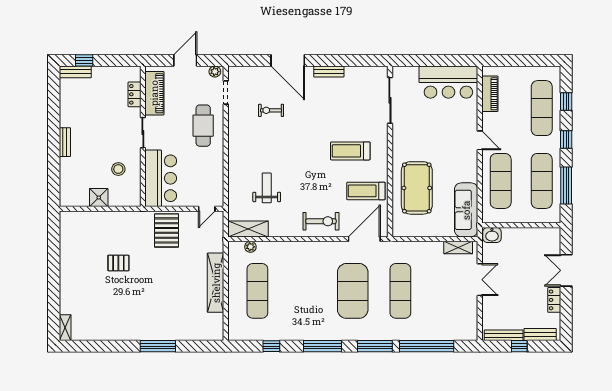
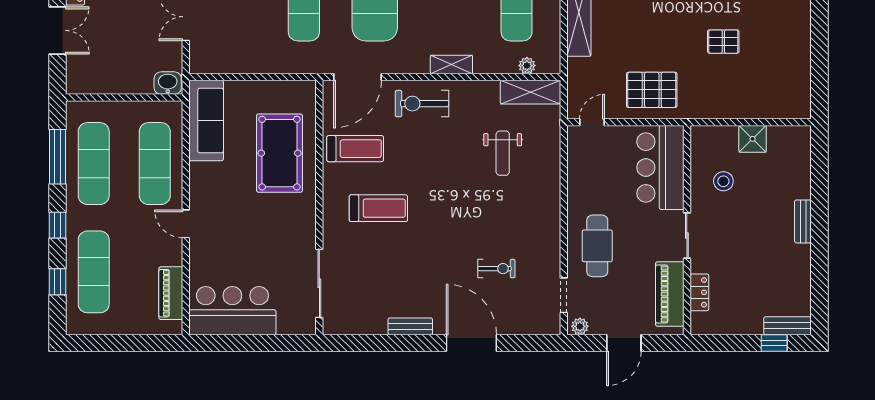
pallet: (167, 230) -> (652, 90), turned 90
shelving: (458, 248) -> (451, 64), moved

